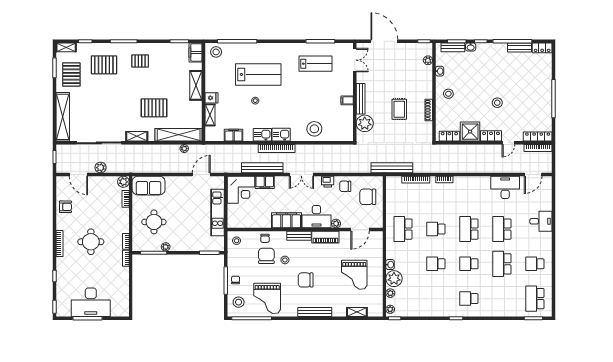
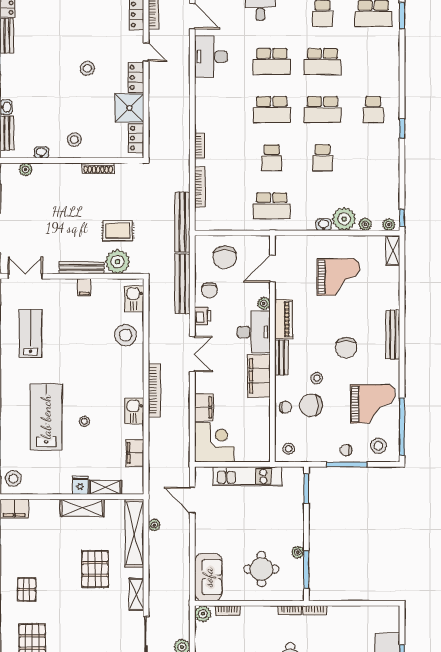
shelving: (196, 85) -> (82, 508), moved
rug: (399, 109) -> (118, 231), moved
kitchen sink: (281, 135) -> (134, 299), moved
bench: (262, 168) -> (182, 284), moved
door: (360, 230) -> (272, 269), swing flipped
school desk: (469, 264) -> (322, 110), width x1.85
shelving: (357, 312) -> (393, 250), moved

